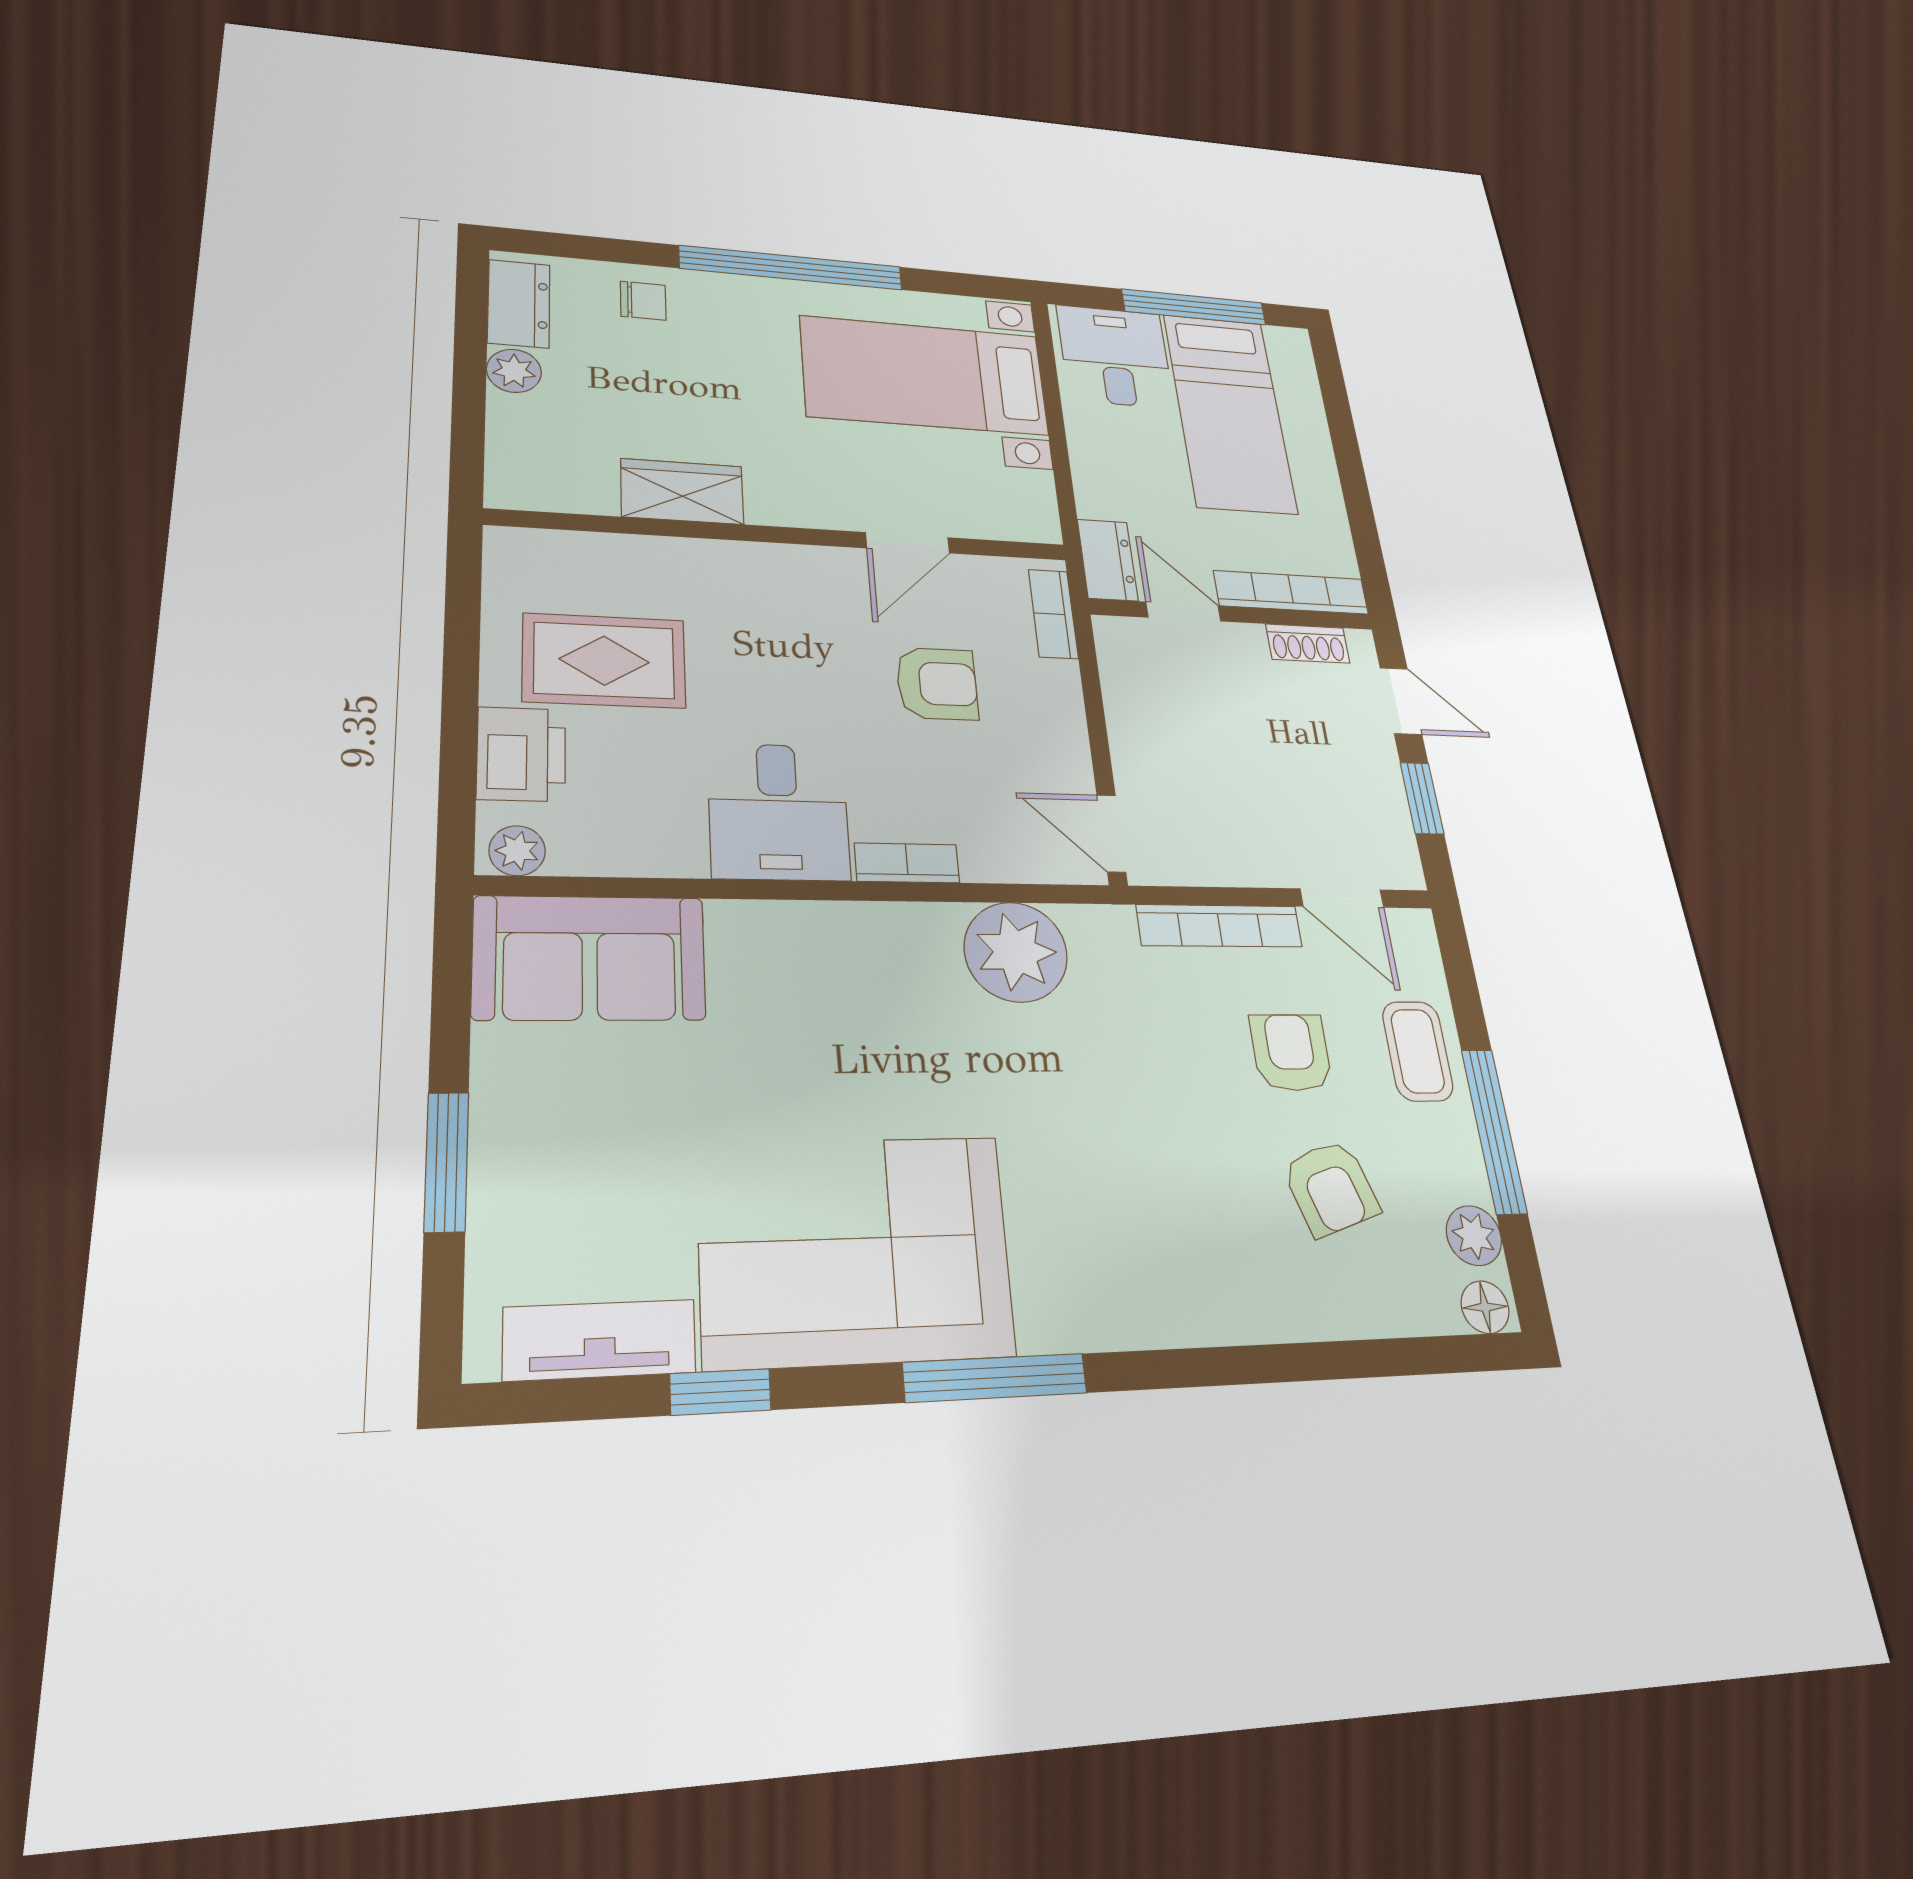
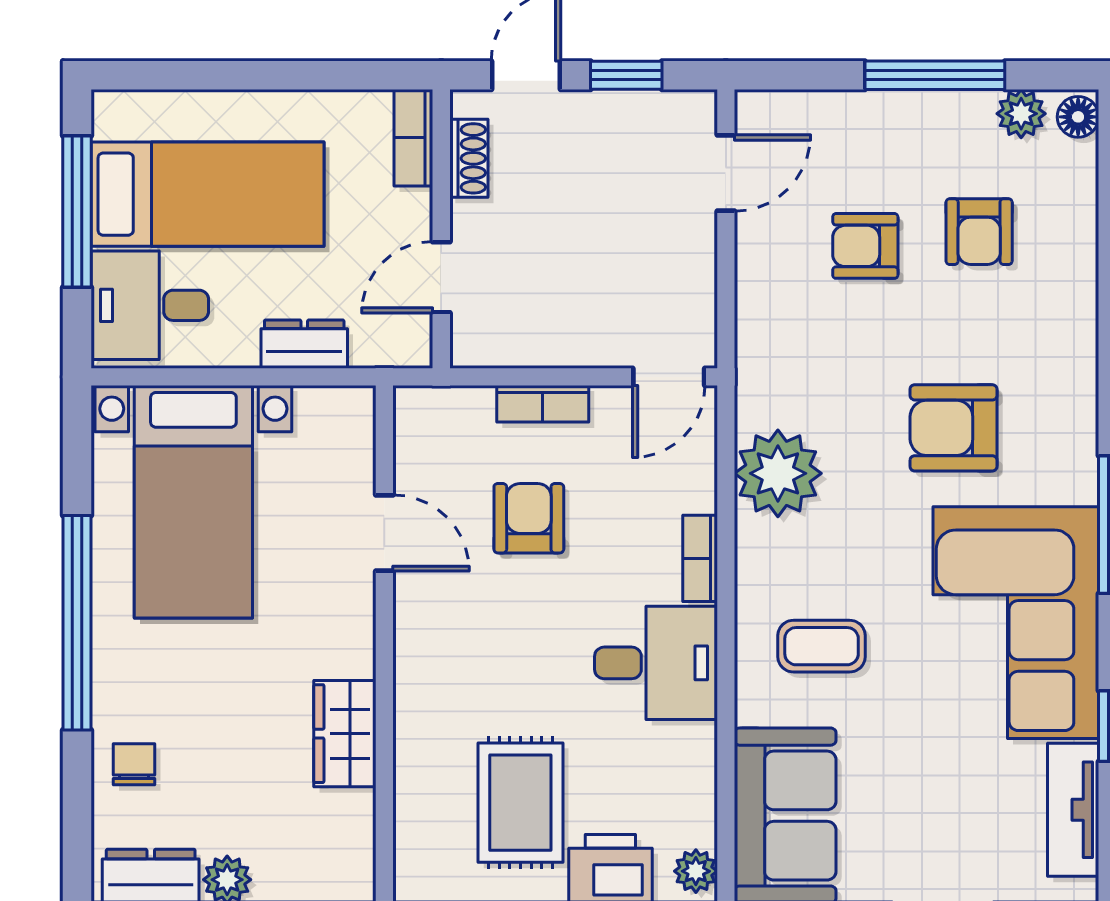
dresser: (1108, 560) -> (304, 344), moved
bookcase: (1291, 592) -> (413, 138), width x0.64
bookcase: (1053, 614) -> (543, 404), moved
bookcase: (1219, 926) -> (753, 291), removed
coffee table: (1418, 1051) -> (822, 646), moved
armchair: (1095, 1162) -> (954, 428), added
armchair: (1331, 1188) -> (979, 232), turned 108

